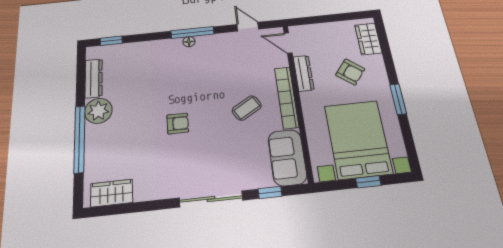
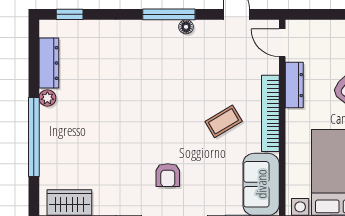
floor lamp: (189, 42) -> (186, 27), moved
plant: (98, 111) -> (47, 98), width x0.53, depth x0.53
armchair: (178, 124) -> (168, 175), moved, turned 90

